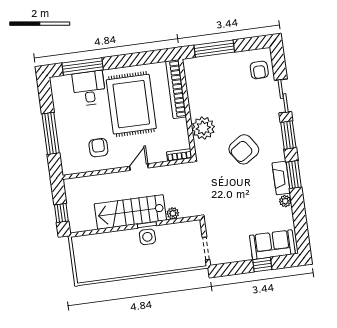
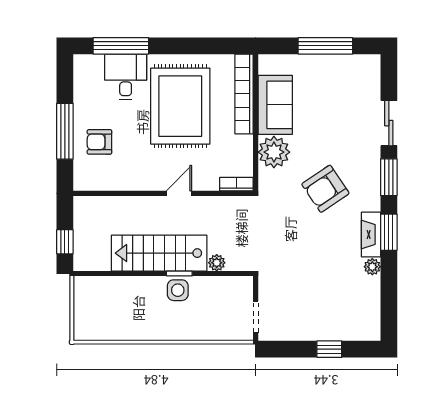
window: (214, 49) -> (325, 46), moved
armchair: (259, 70) -> (361, 83), removed
armchair: (98, 148) -> (99, 142), moved, turned -90
sofa: (272, 245) -> (275, 105), moved, turned 90

